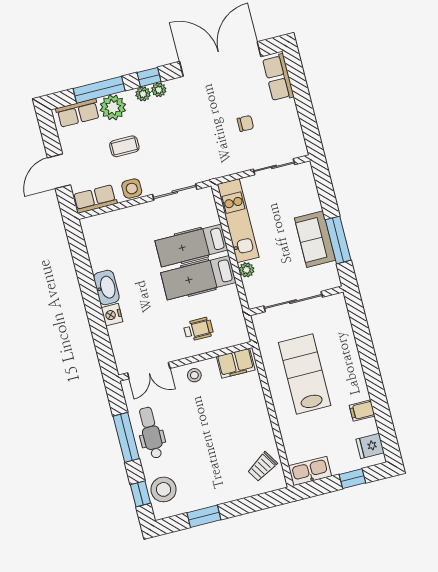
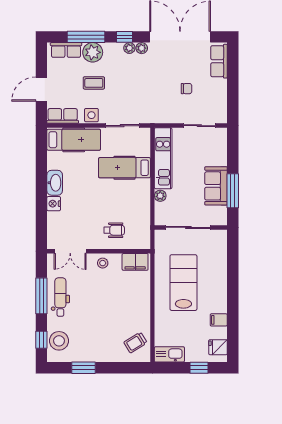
plant: (143, 94) -> (142, 48), moved
hospital bed: (198, 278) -> (74, 140), moved, turned 180

